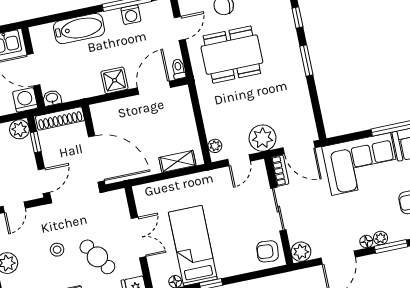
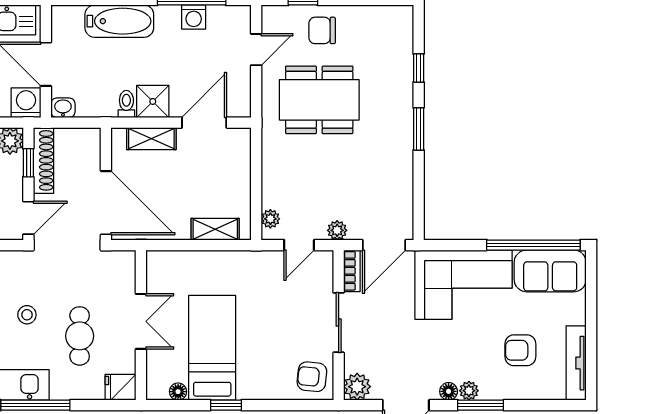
toilet: (178, 69) -> (126, 104), moved
shelving: (119, 107) -> (151, 139), added
shoe rack: (60, 118) -> (44, 160), moved, turned -90
plant: (262, 138) -> (337, 230), width x0.53, depth x0.53
door: (299, 148) -> (384, 245), hinge flipped
cafe table: (97, 257) -> (80, 336), turned 34

